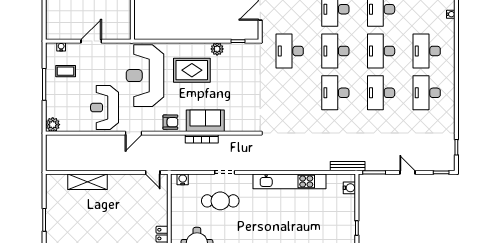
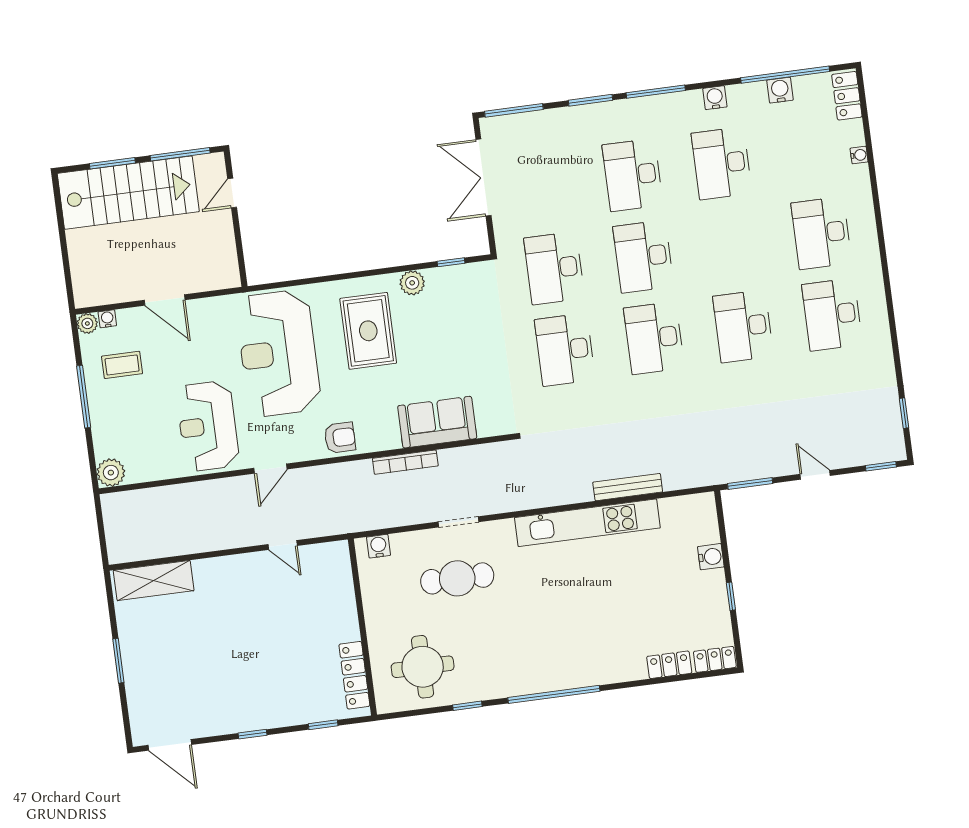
door: (91, 41) -> (165, 300), swing flipped
plant: (51, 48) -> (87, 323), added
desk: (381, 51) -> (565, 350), moved
rug: (192, 70) -> (368, 331), turned 90
sofa: (205, 121) -> (437, 422), moved
bench: (348, 166) -> (628, 487), moved
door: (153, 172) -> (283, 545), moved
shelving: (87, 182) -> (154, 581), moved
water cooler: (349, 188) -> (711, 557), moved

